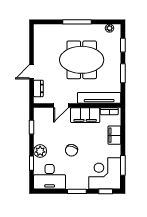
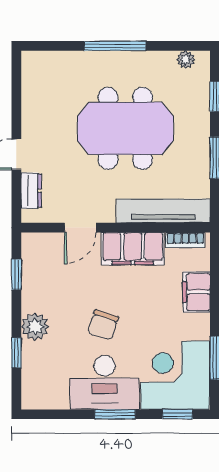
desk: (50, 177) -> (105, 382), moved

